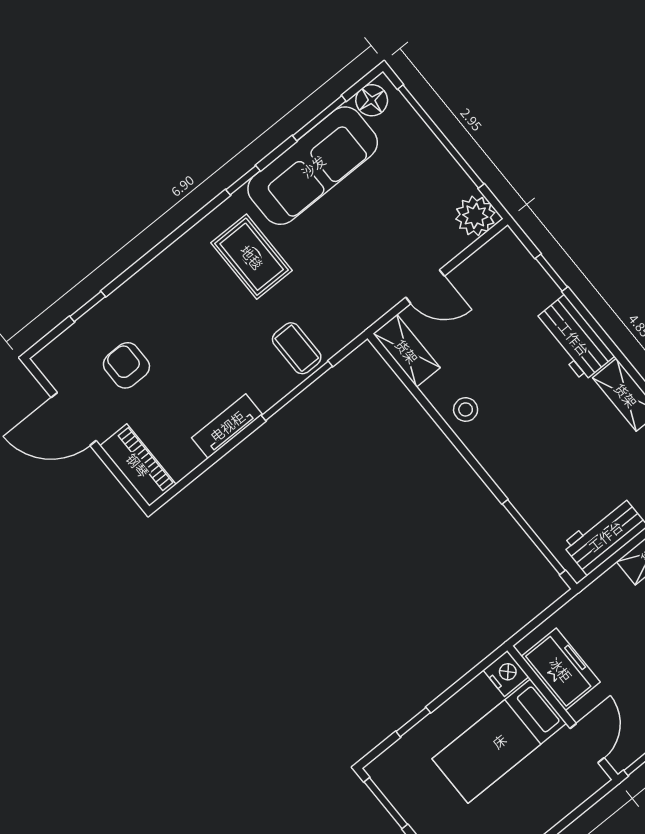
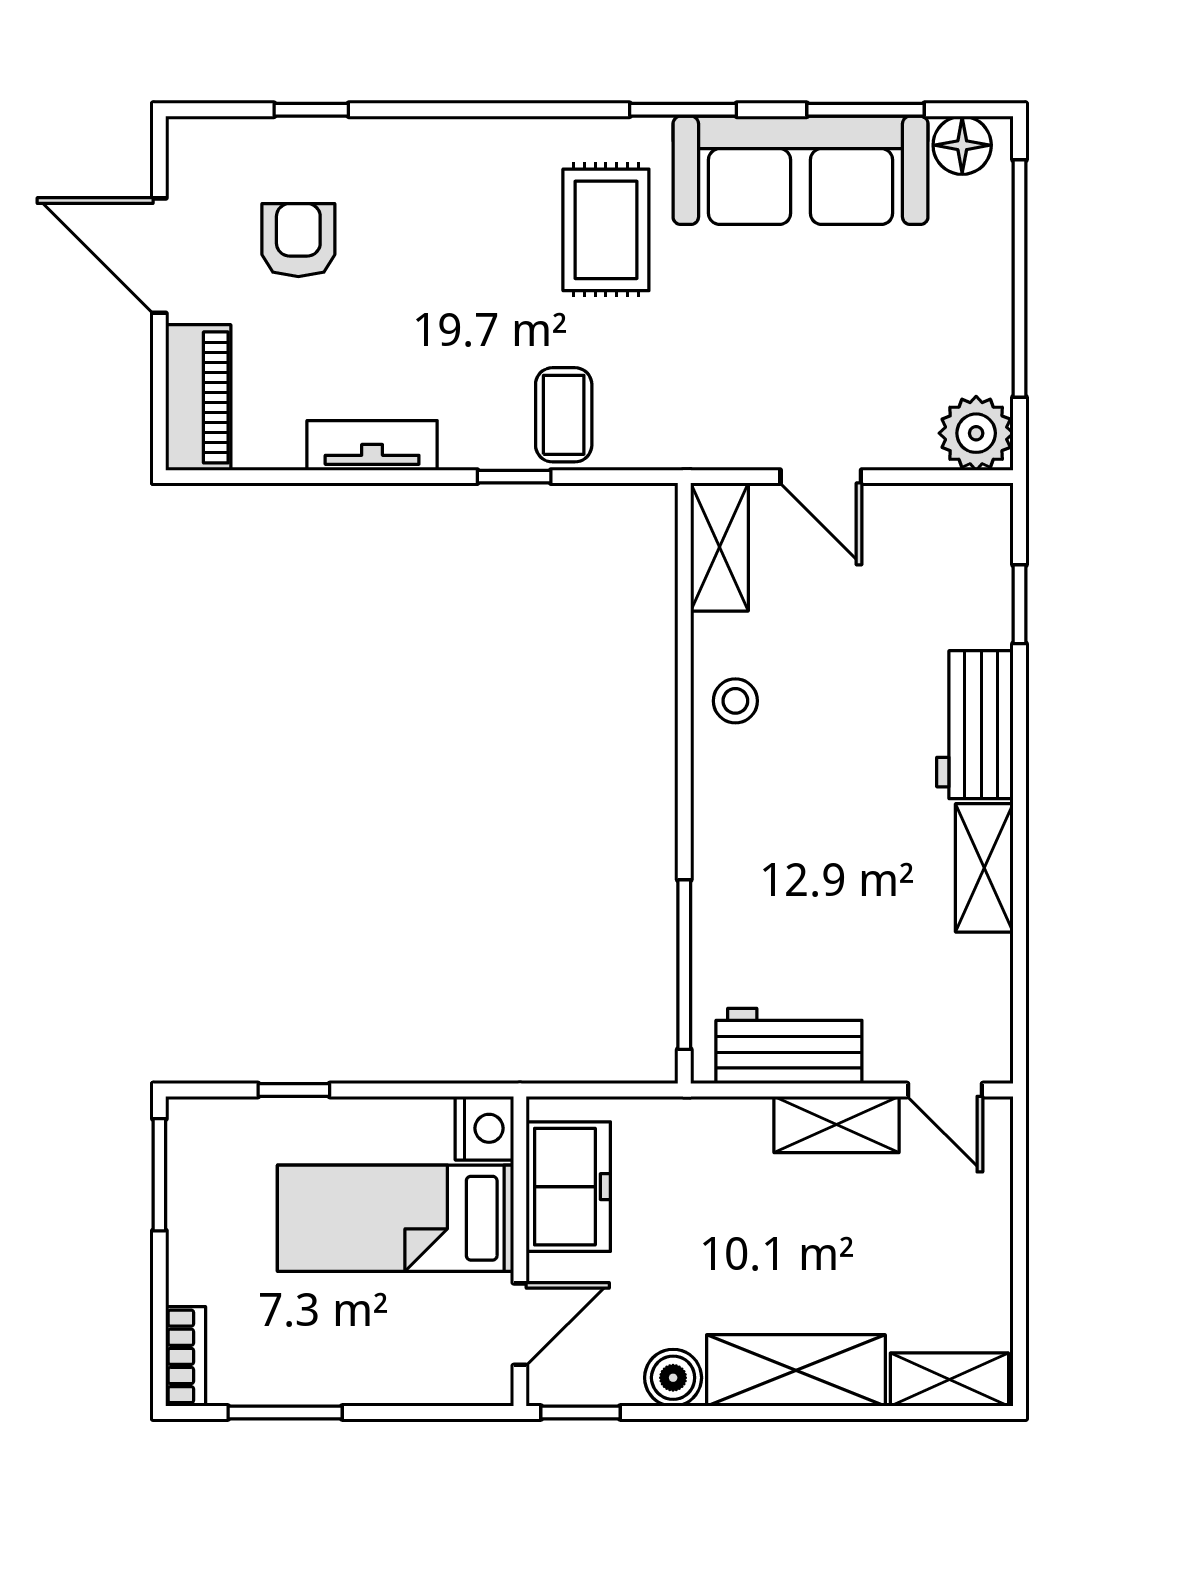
window: (243, 180) -> (683, 110), width x1.50
window: (297, 391) -> (514, 477), width x0.46

